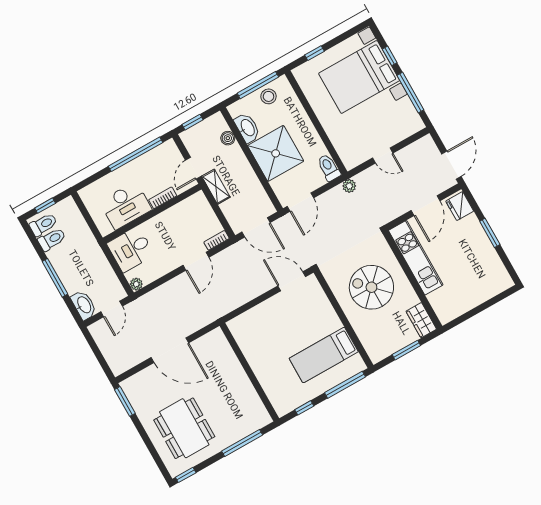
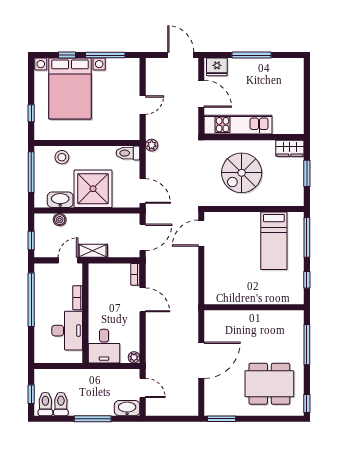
stool: (268, 96) -> (62, 157), moved
door: (193, 168) -> (68, 260), swing flipped
window: (490, 233) -> (252, 55), width x1.44

